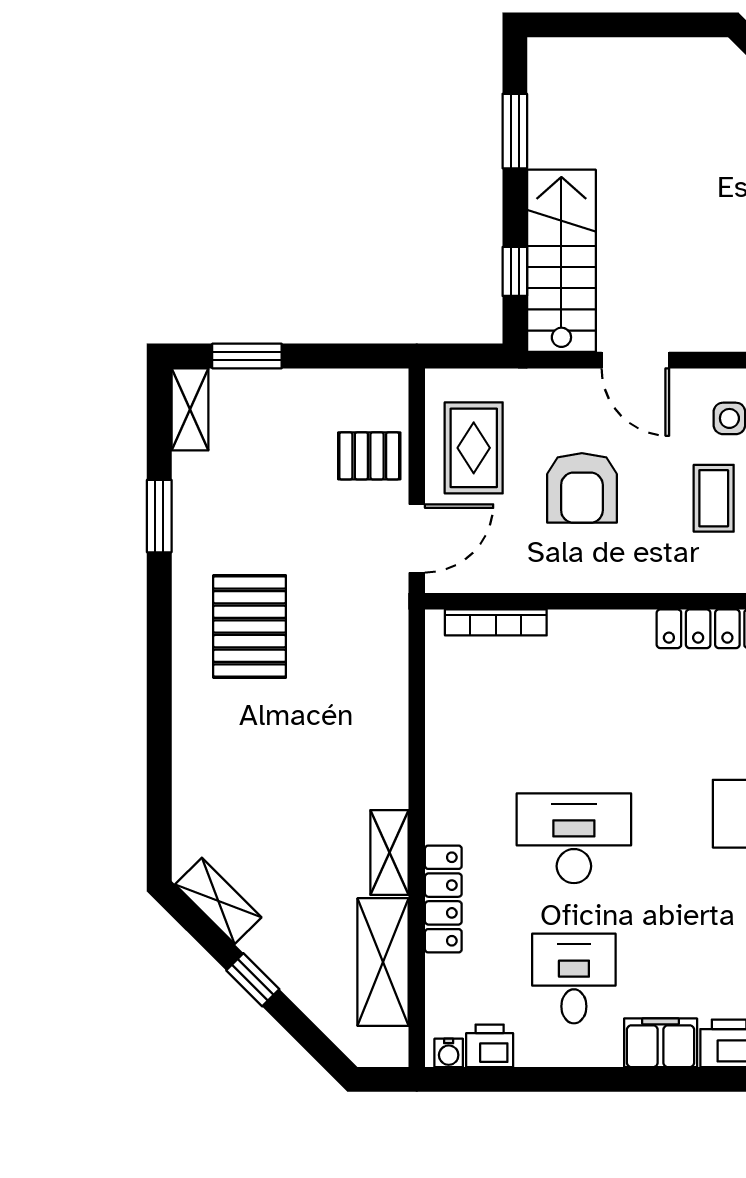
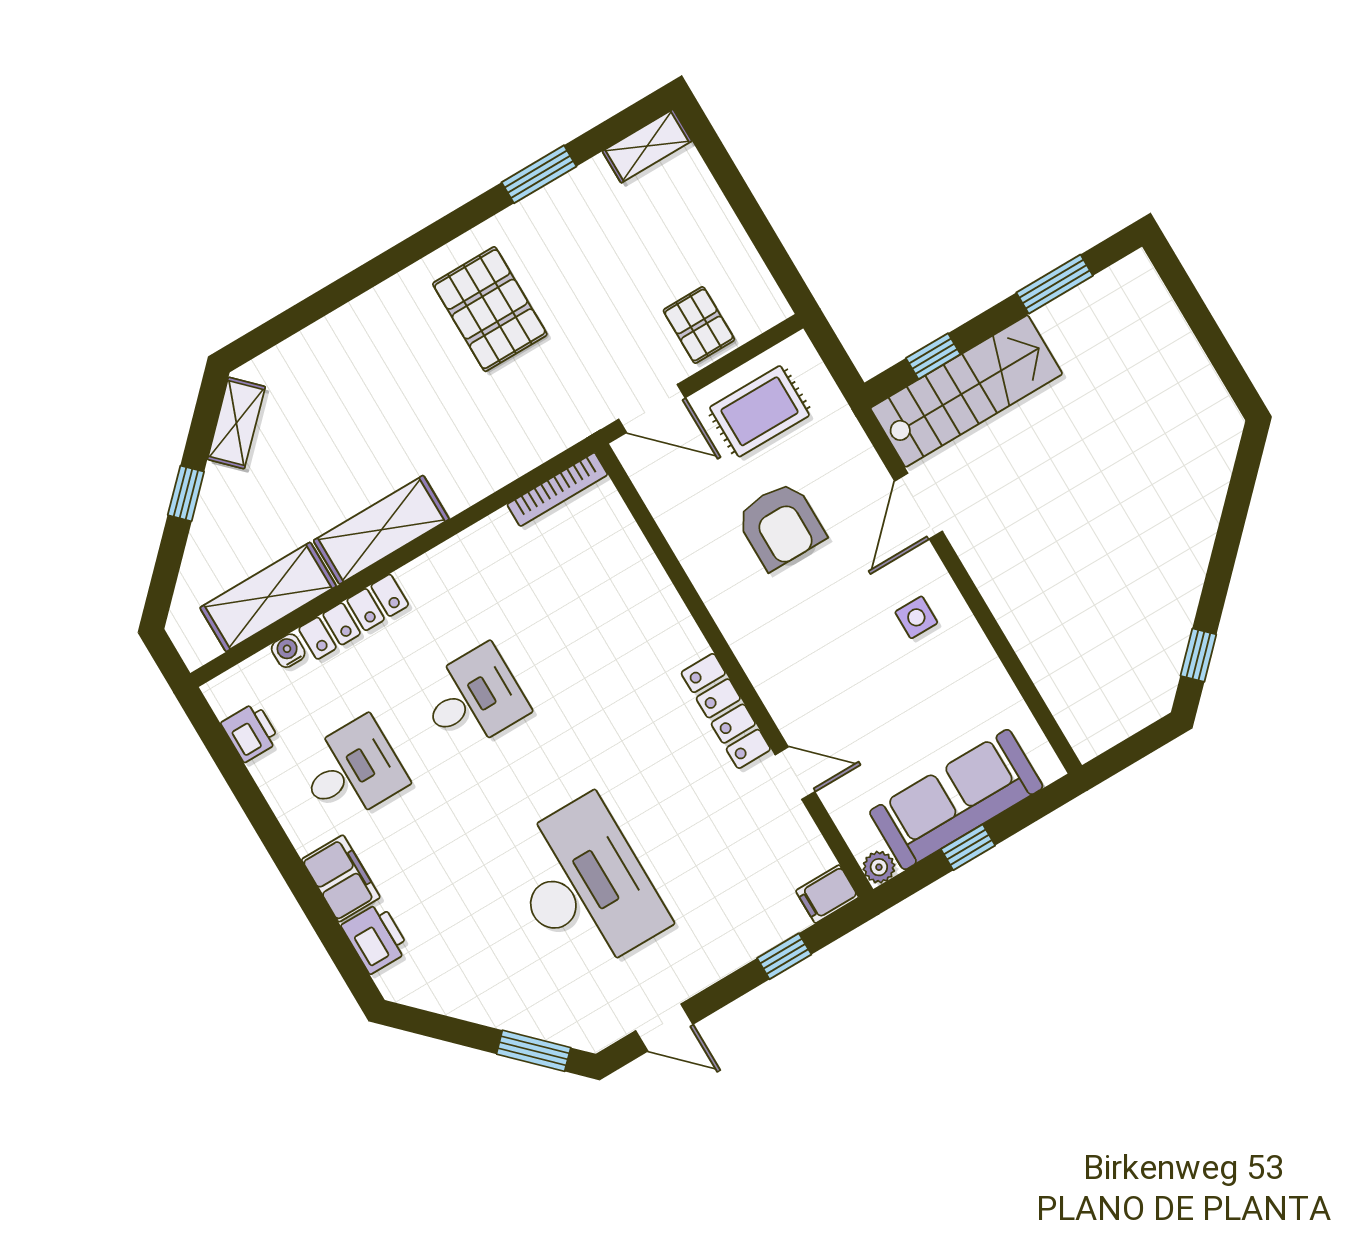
window: (247, 356) -> (723, 168), removed
armchair: (582, 488) -> (780, 526), turned -90
coffee table: (714, 498) -> (839, 645), removed
bookcase: (496, 622) -> (557, 489), moved, turned -90
pallet: (250, 626) -> (490, 309), turned 90
desk: (574, 838) -> (473, 698), width x0.73
shelving: (389, 852) -> (381, 530), width x1.50, depth x1.33
water cooler: (449, 1053) -> (288, 651), moved, turned 90

